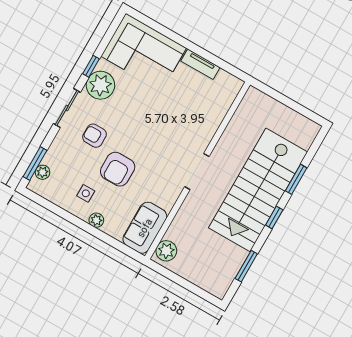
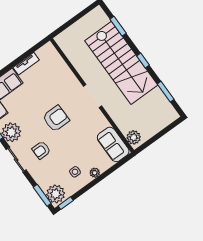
armchair: (118, 169) -> (56, 118), moved, turned -90
plant: (43, 172) -> (56, 194), width x1.88, depth x1.88
window: (296, 179) -> (118, 26), moved
window: (39, 200) -> (66, 203), added

